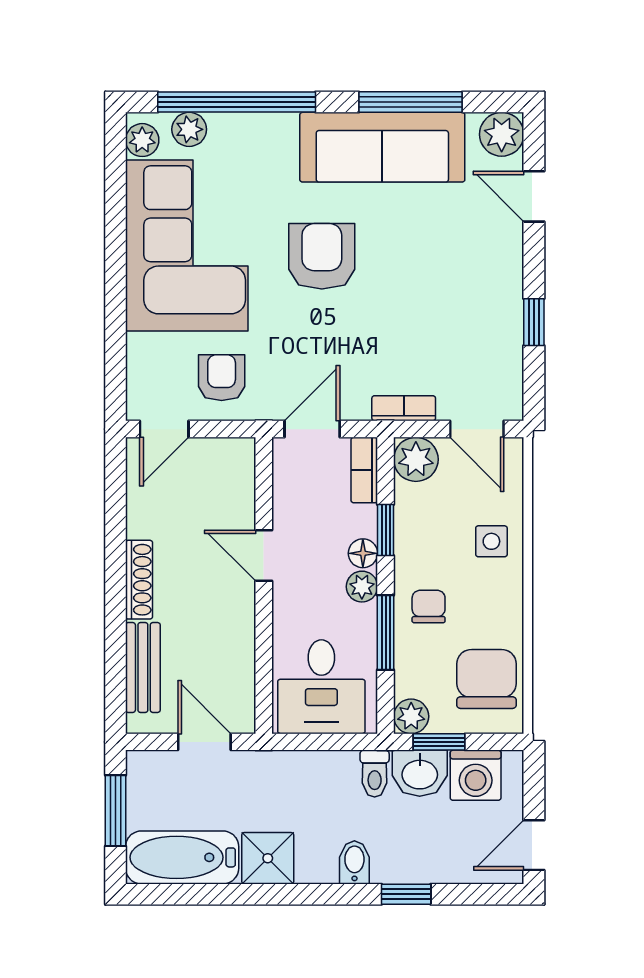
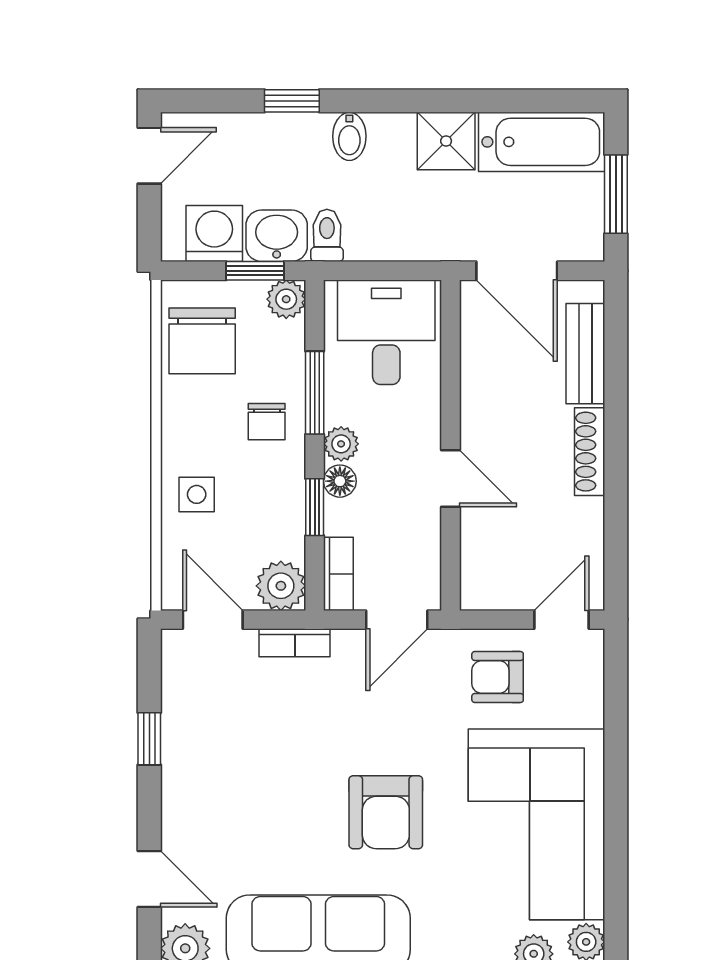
armchair: (222, 378) -> (498, 677), turned 90
door: (204, 742) -> (517, 271), width x1.38

